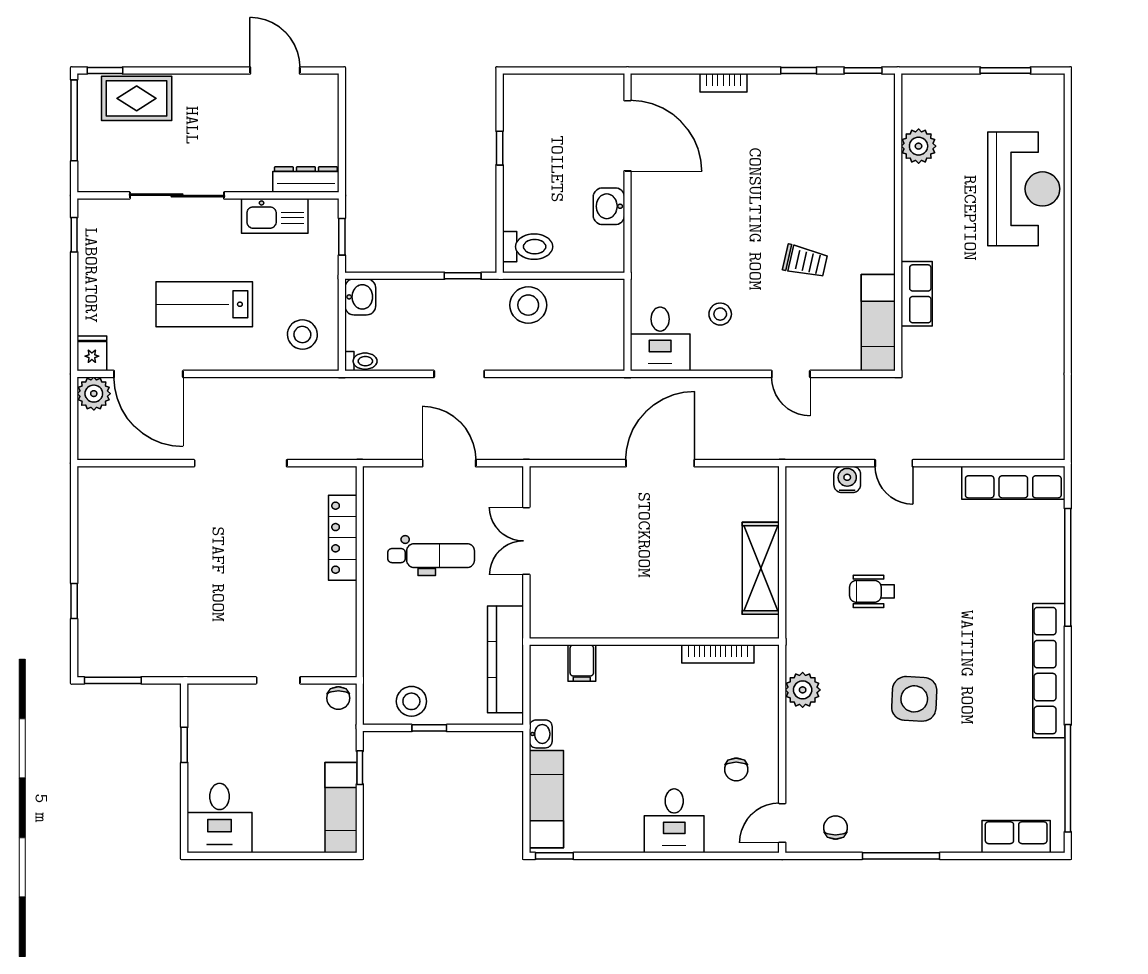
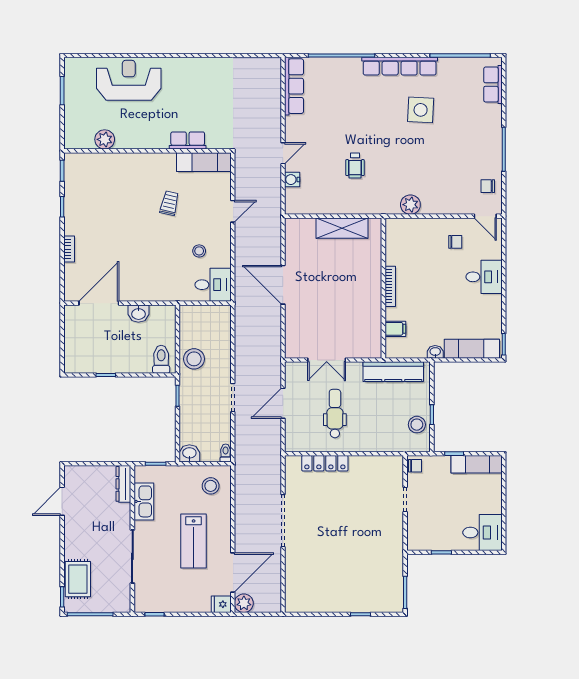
bookcase: (718, 654) -> (390, 286), moved
side table: (914, 699) -> (421, 110), moved

